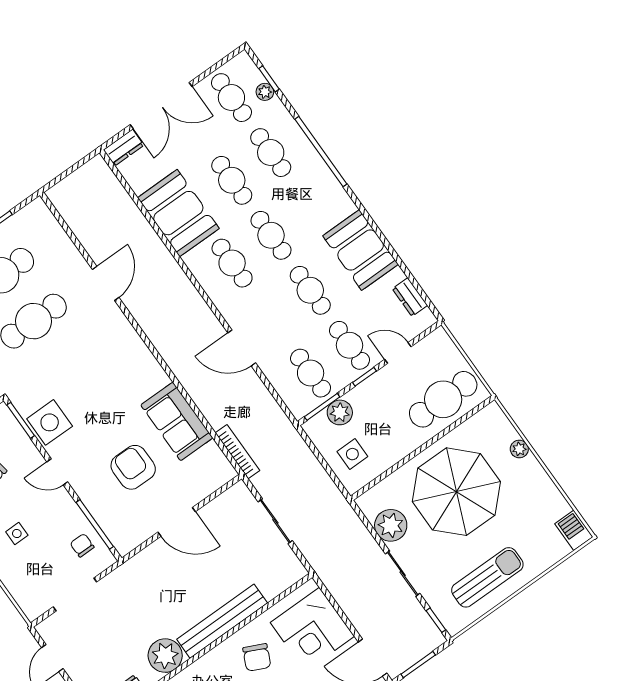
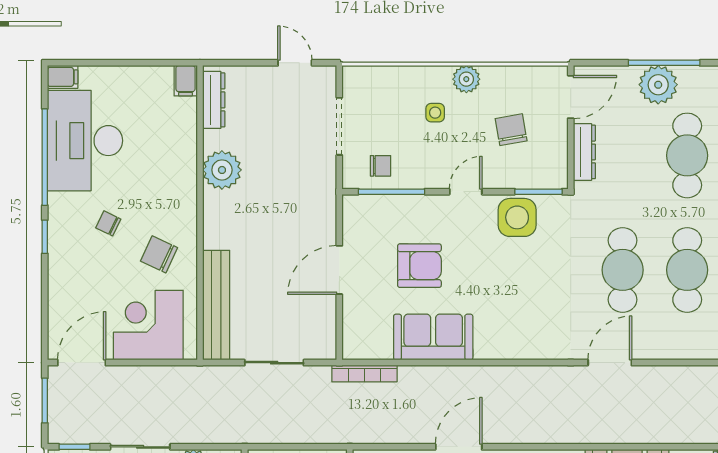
door: (106, 283) -> (610, 363), swing flipped
bench: (222, 621) -> (216, 305), moved

